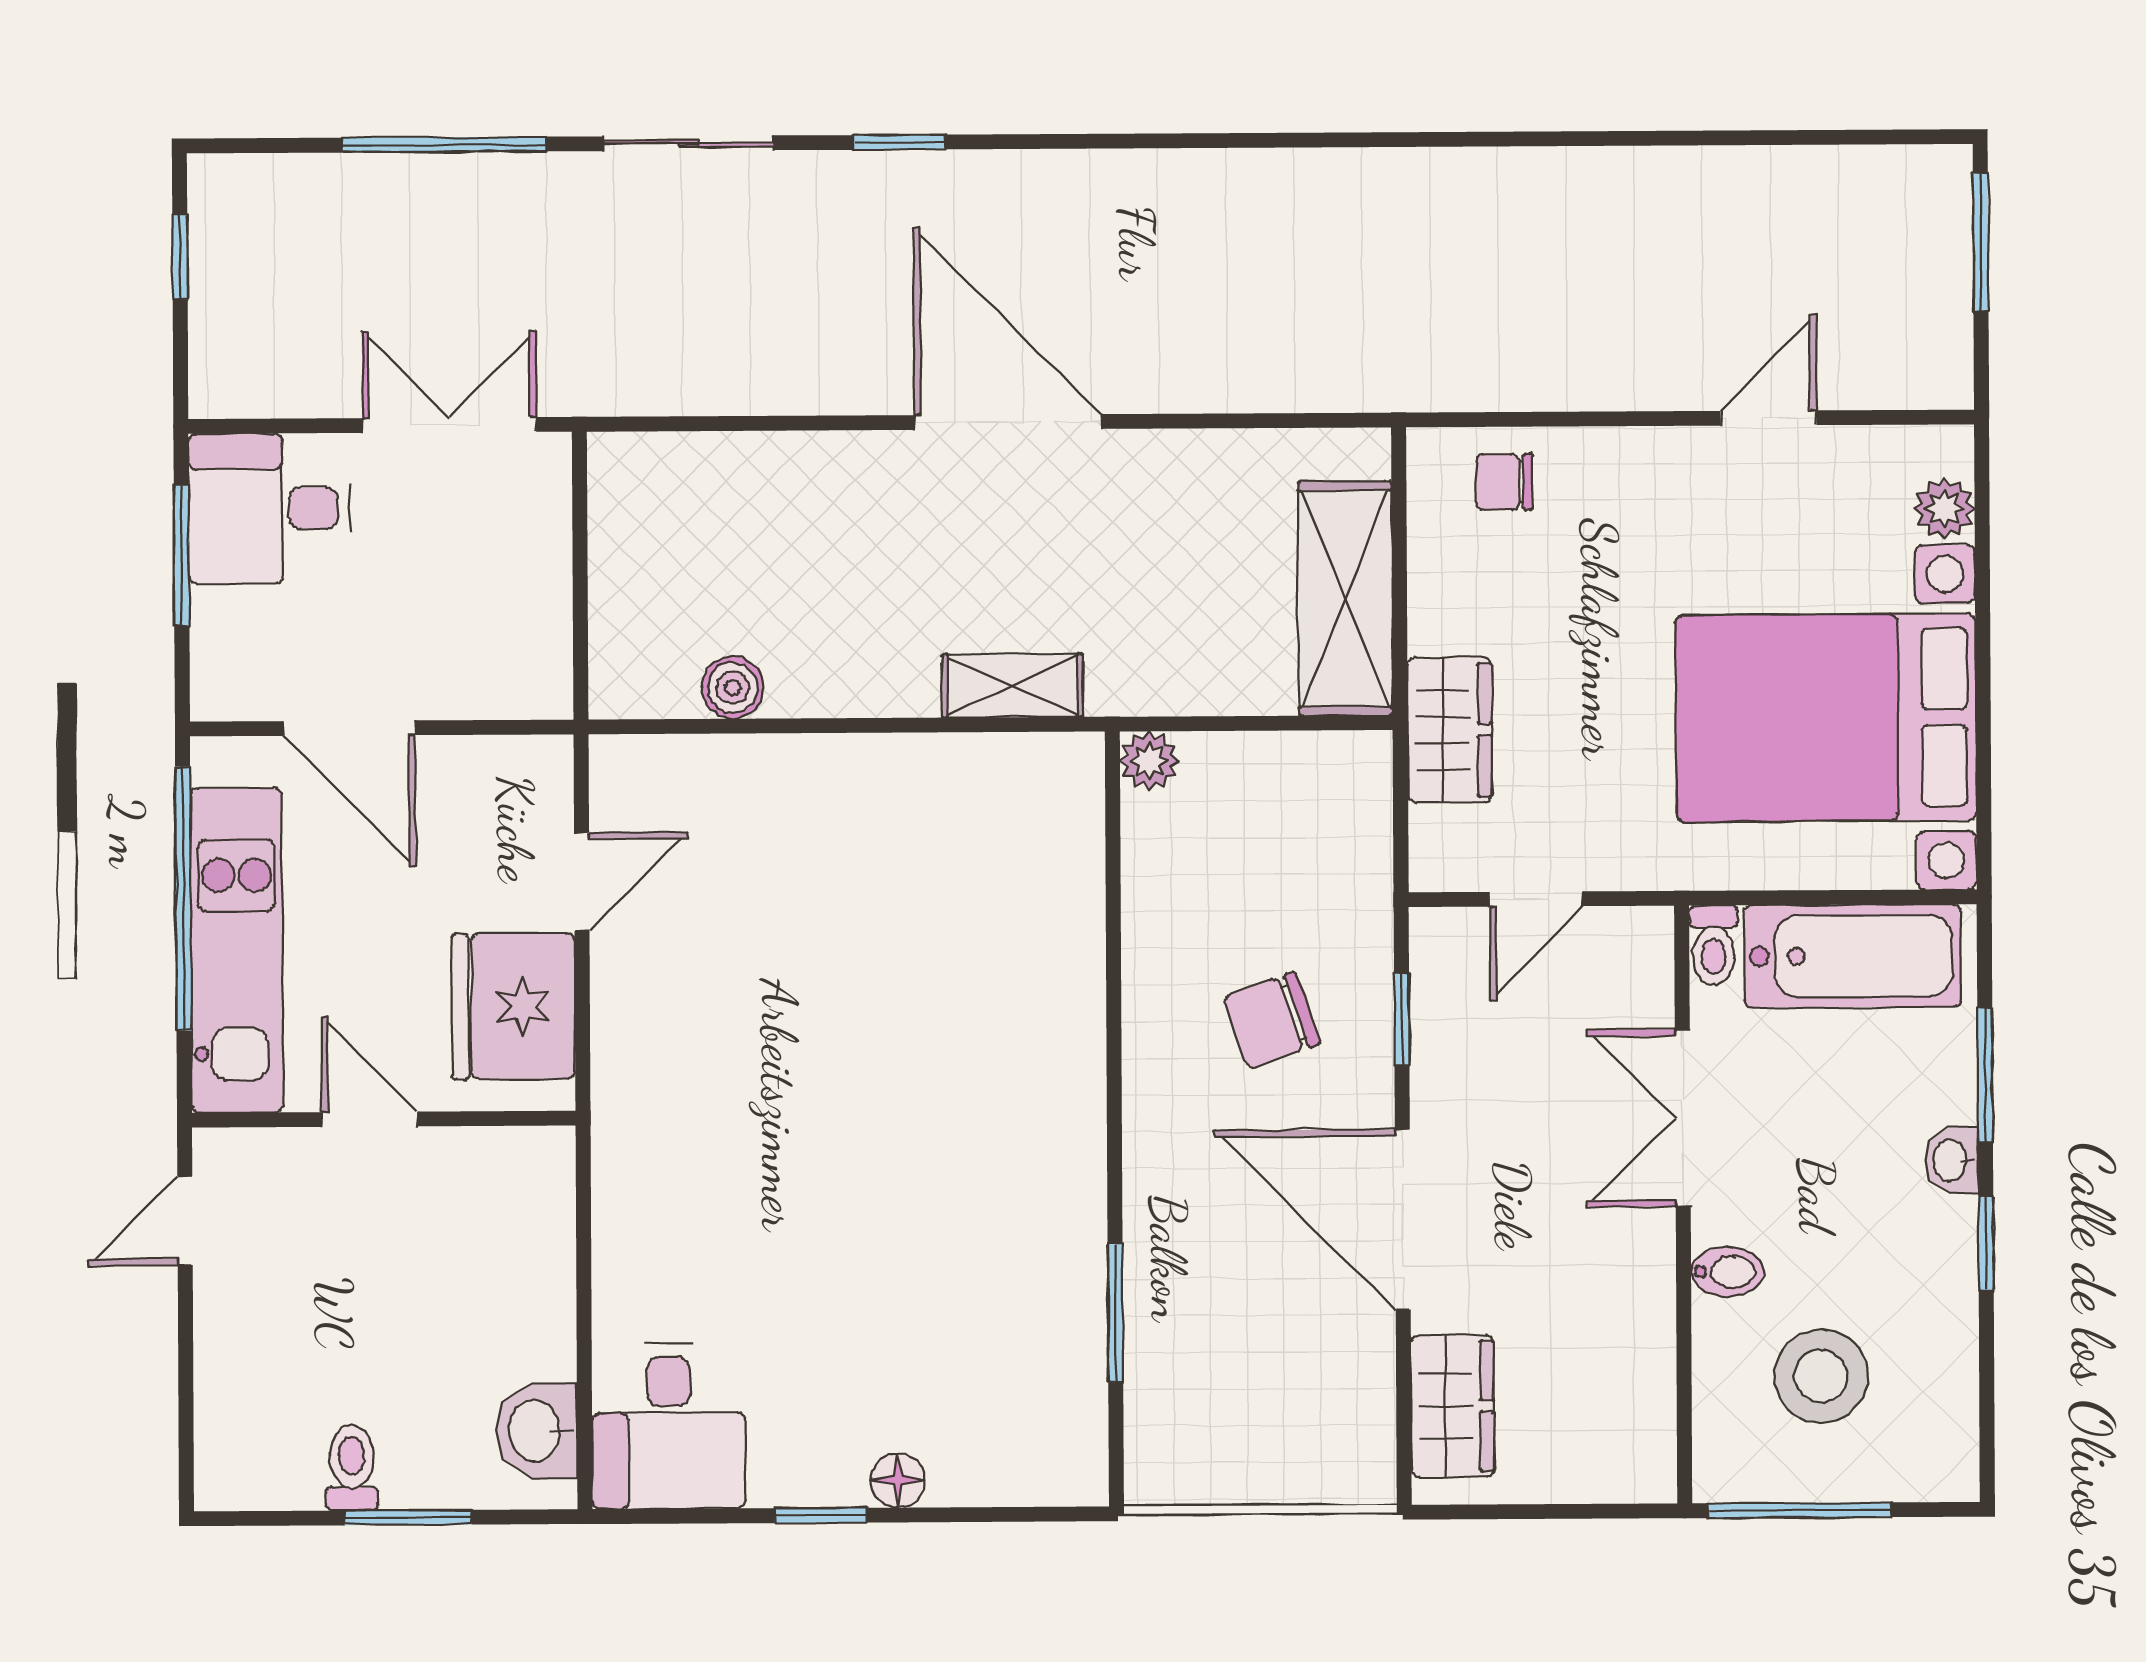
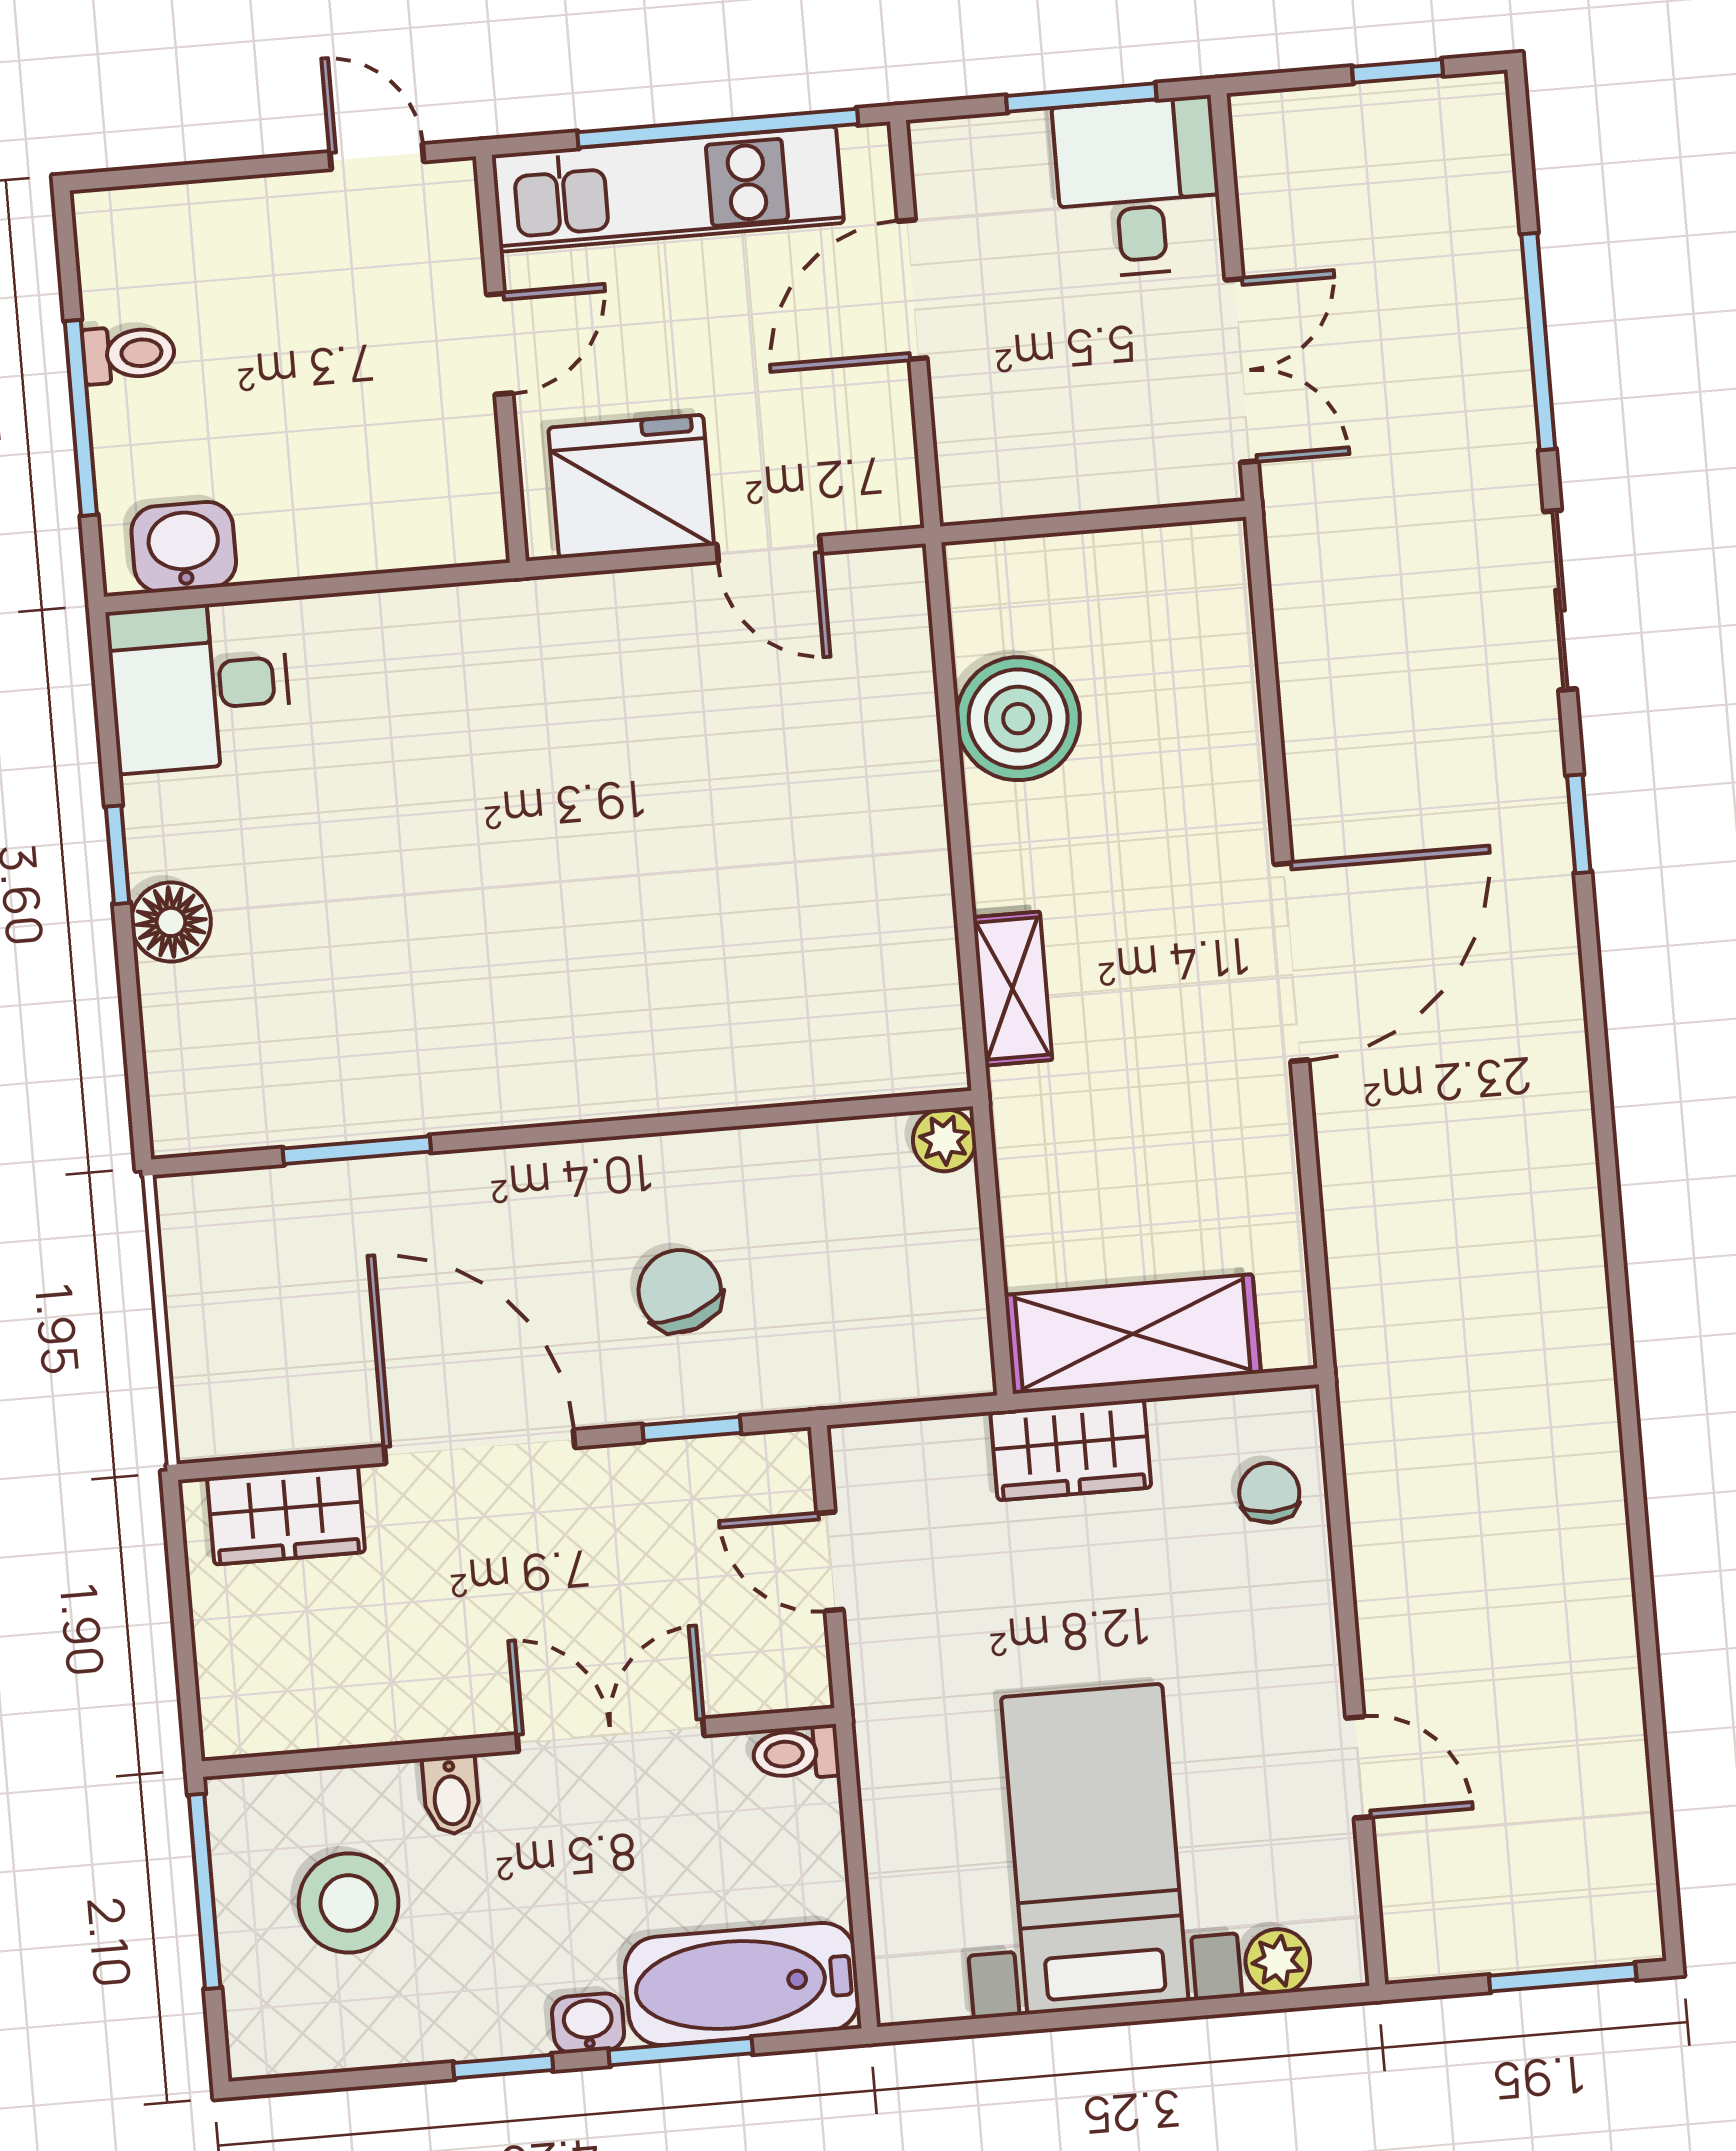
boiler: (733, 688) -> (1018, 719), width x1.86, depth x1.86
bed with nightstands: (1826, 718) -> (1095, 1849), width x0.73
wardrobe: (1450, 730) -> (1071, 1450), moved
bathtub: (1853, 956) -> (742, 1984), moved, turned 90
door: (1403, 1220) -> (480, 1447), hinge flipped
floor lamp: (898, 1480) -> (171, 922), width x1.37, depth x1.37
window: (408, 1518) -> (81, 418), width x1.44

